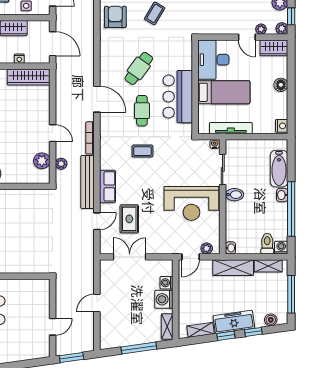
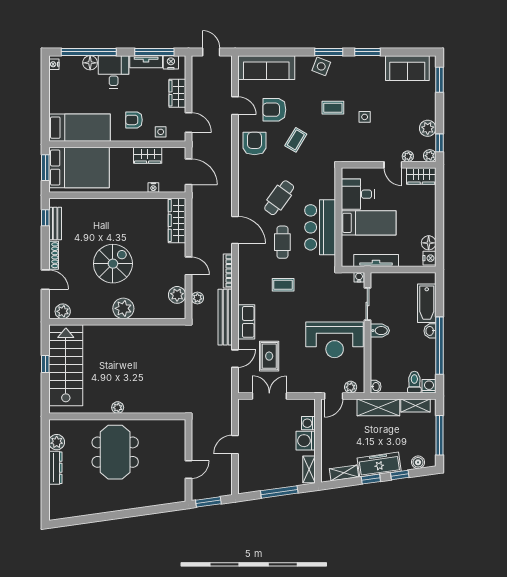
desk: (213, 60) -> (358, 194), width x0.73
wardrobe: (29, 77) -> (177, 220), moved, turned 90
floor lamp: (281, 85) -> (429, 243), moved

